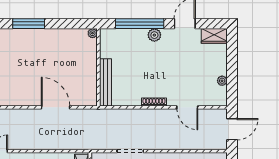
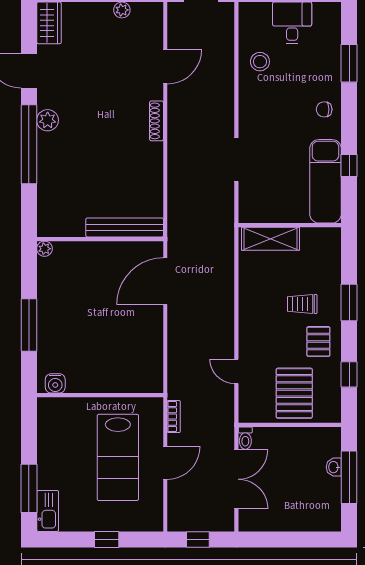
plant: (92, 33) -> (45, 249), moved
wall: (98, 67) -> (100, 239), moved
bench: (106, 82) -> (125, 227), moved

